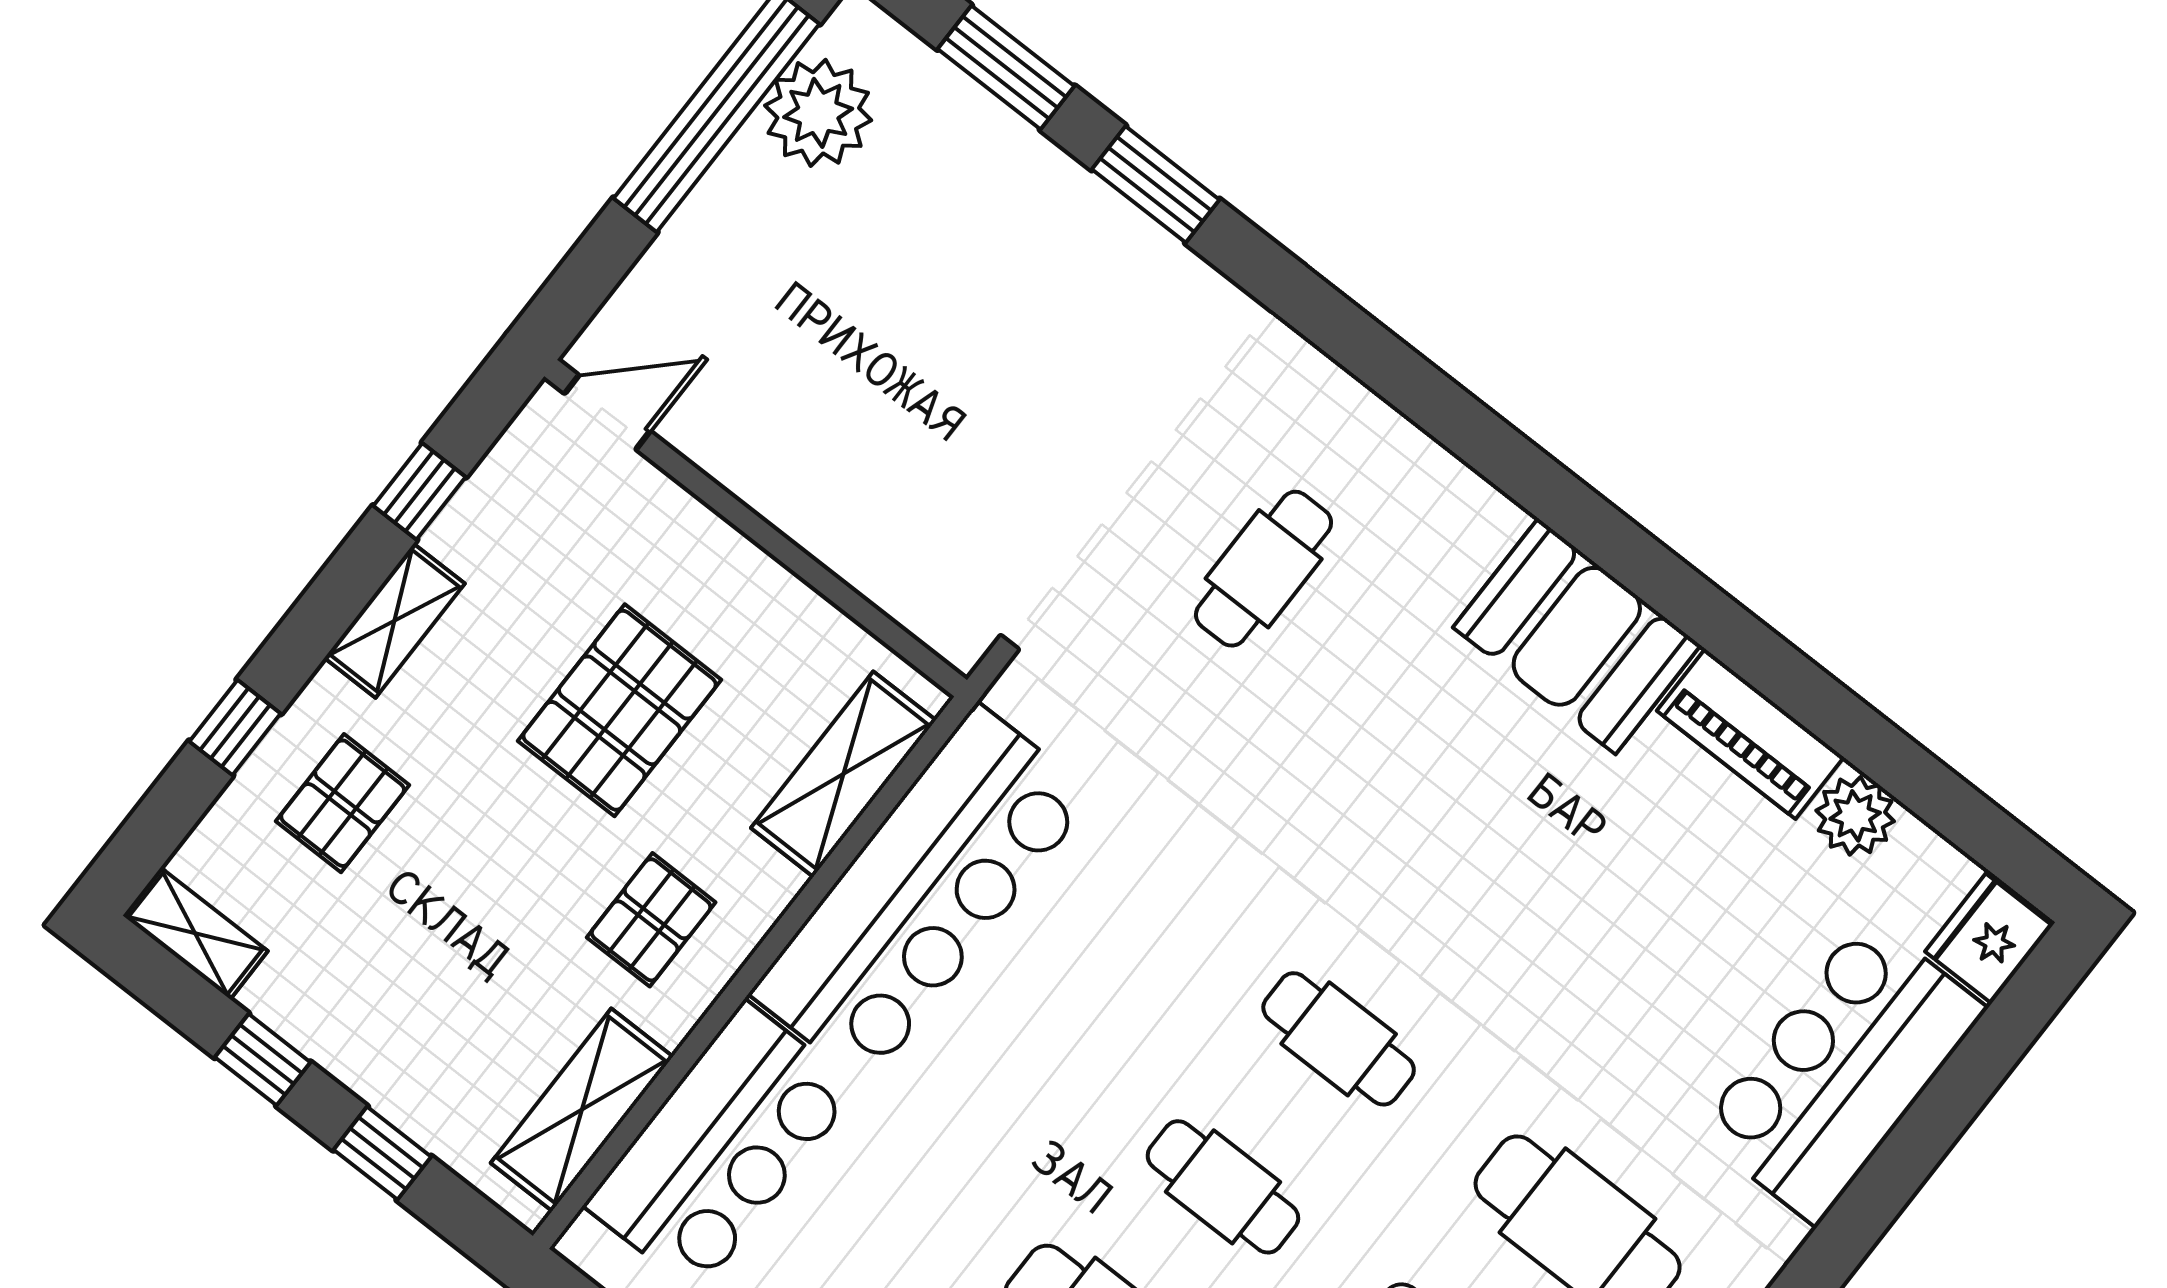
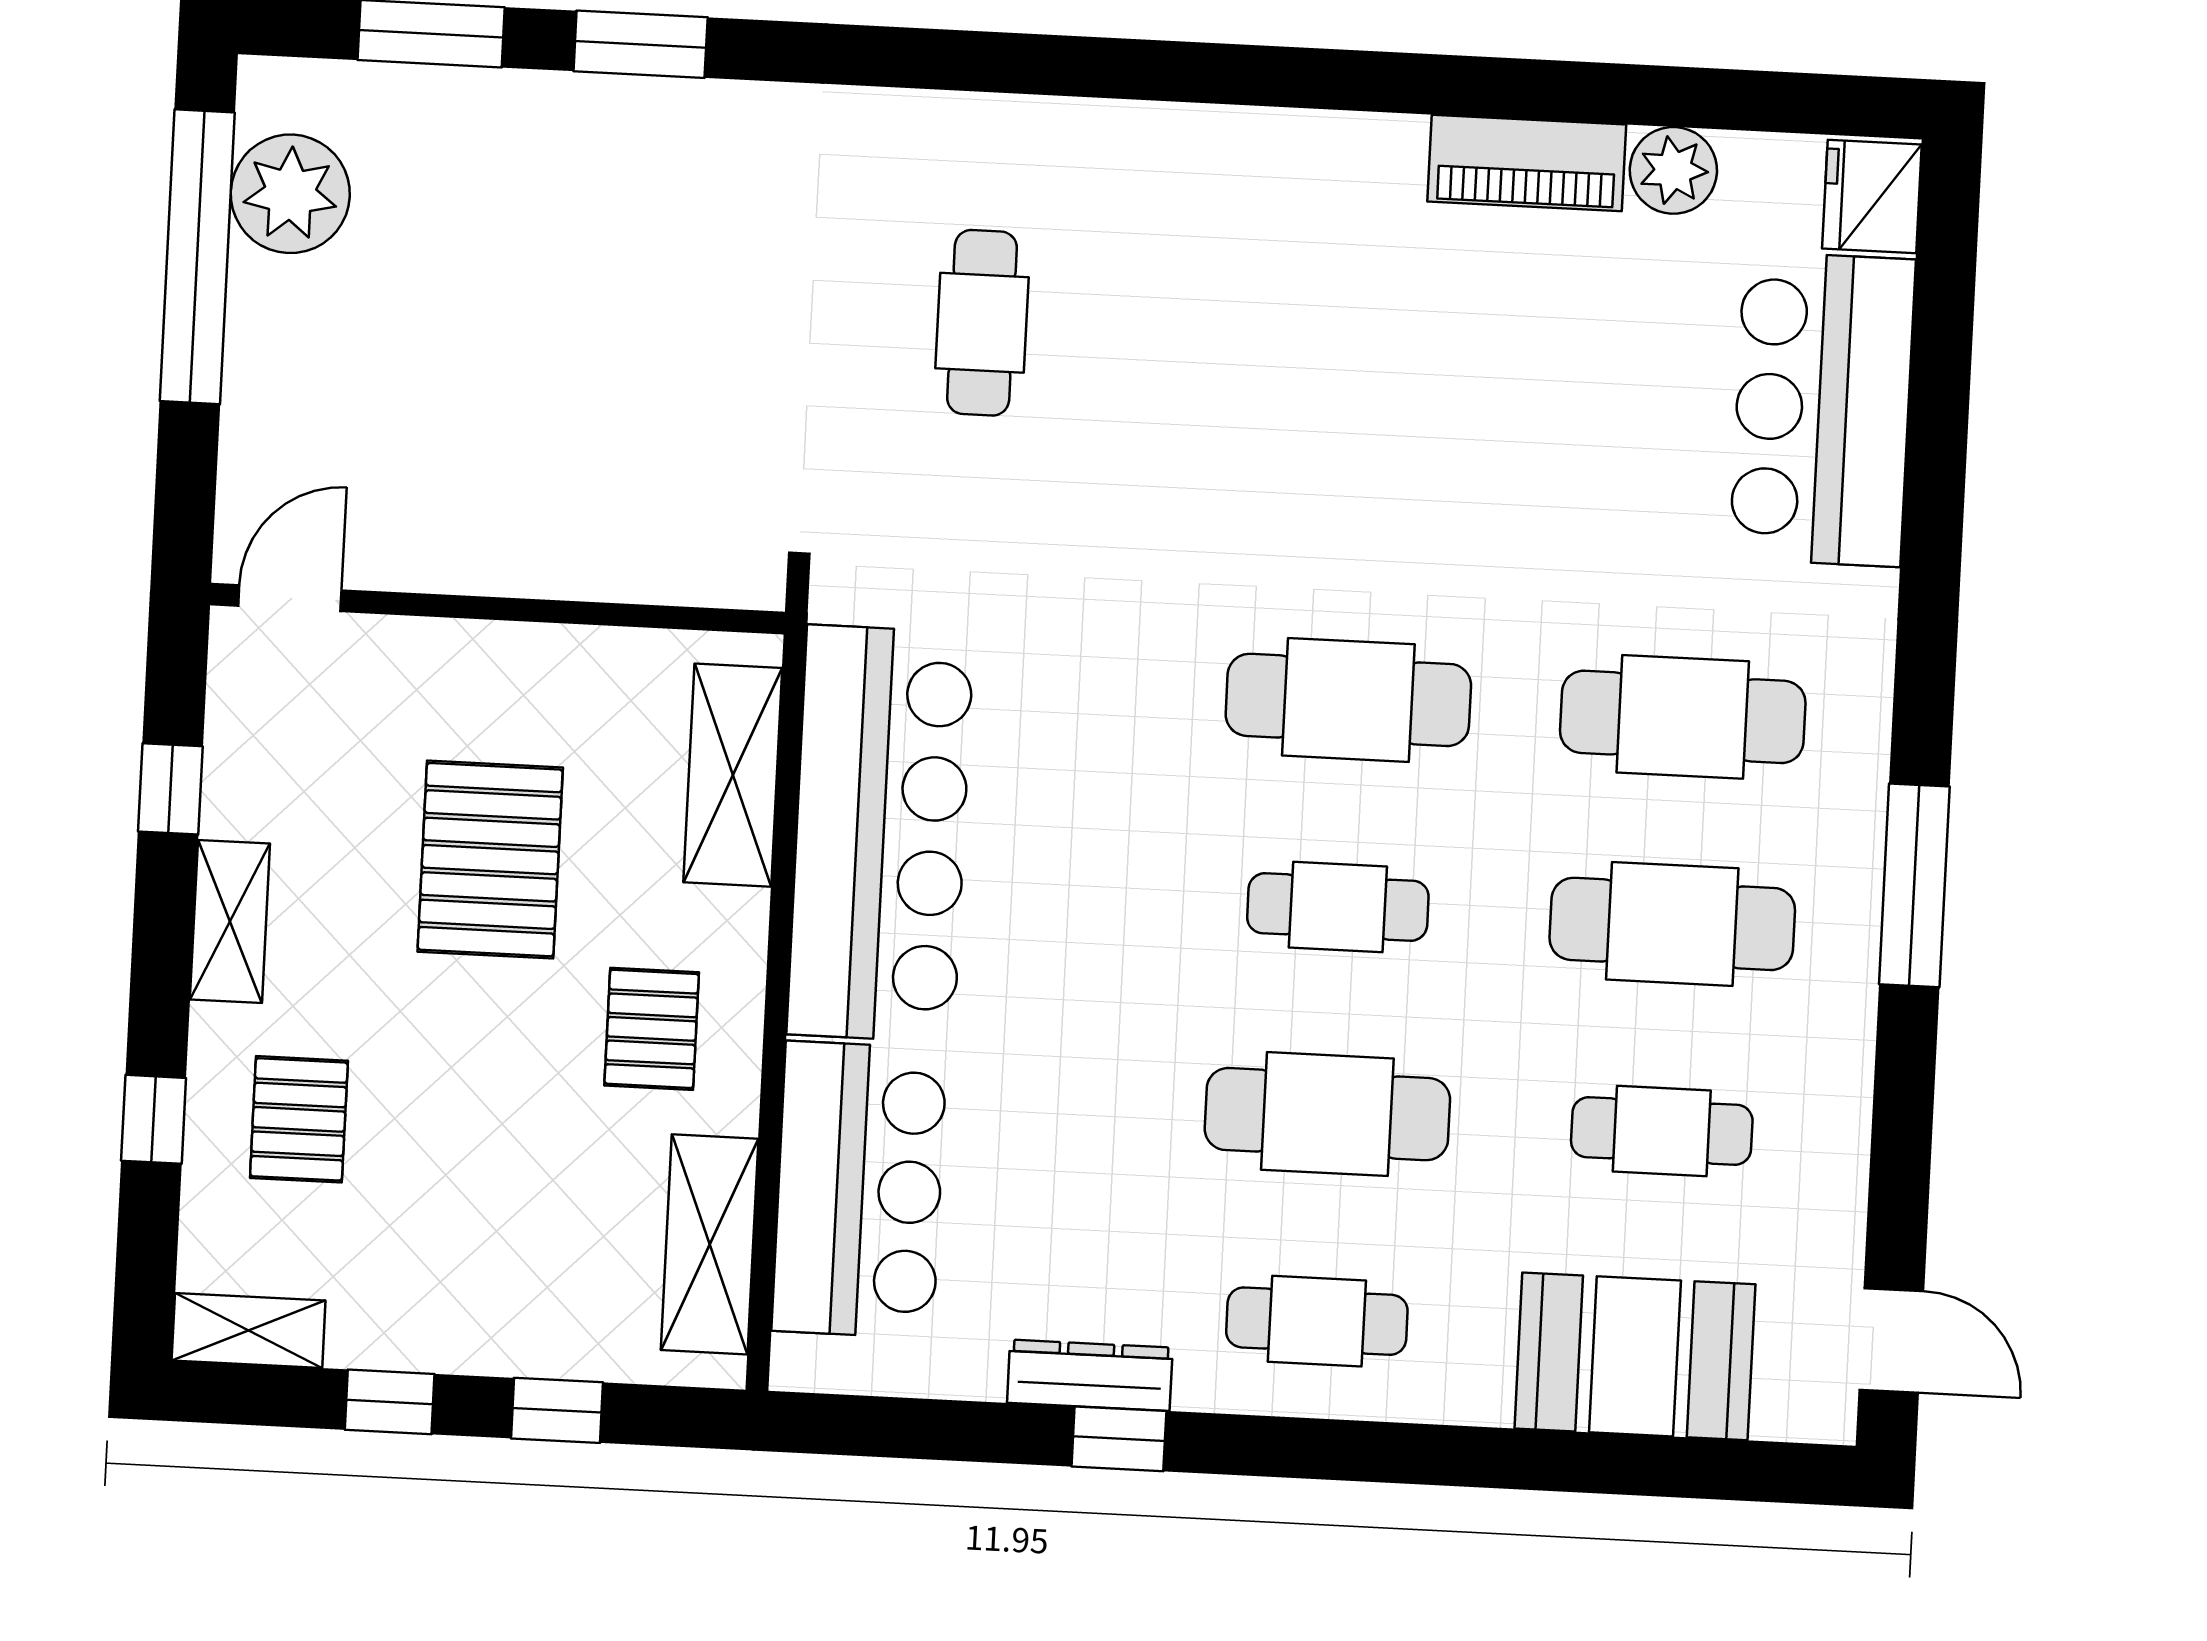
booth: (1577, 636) -> (1308, 185), removed
cafe table: (1339, 1039) -> (1348, 700), width x1.37, depth x1.35

